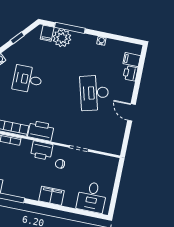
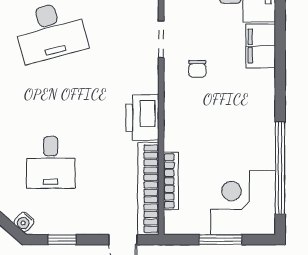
printer: (42, 151) -> (179, 109), removed
filing cabinet: (51, 196) -> (261, 46), moved

